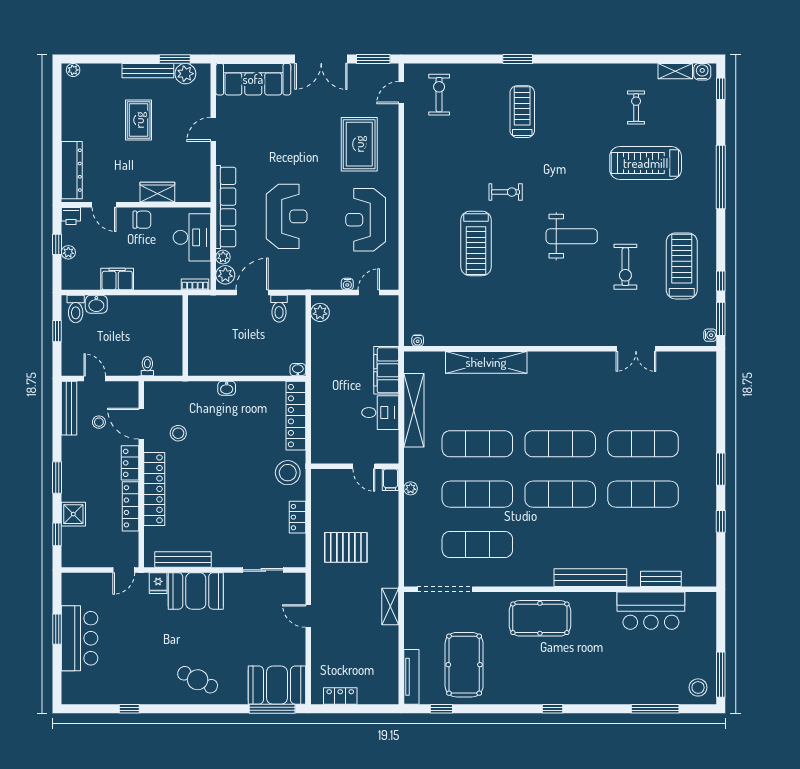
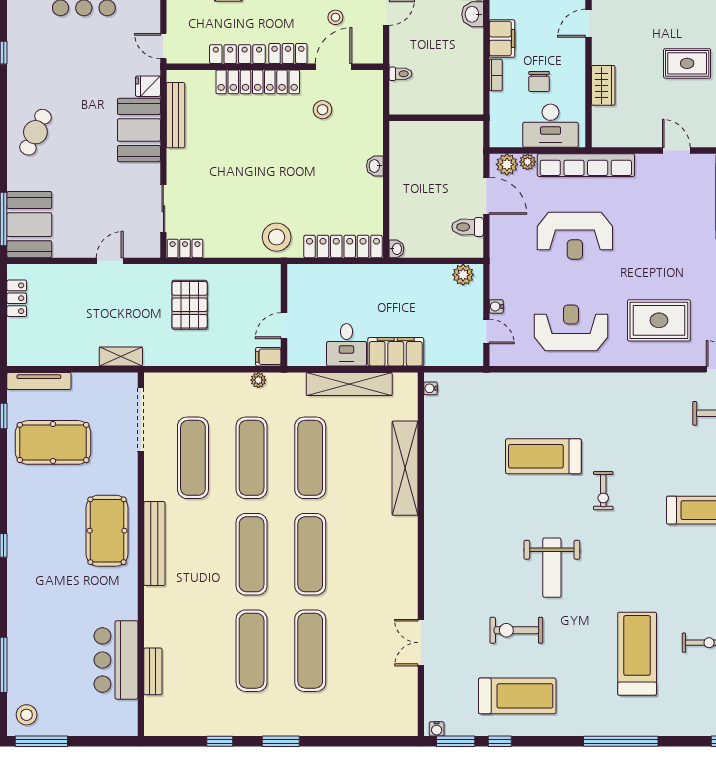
chair: (142, 220) -> (539, 81), moved
bookcase: (195, 284) -> (496, 75), moved
locker: (297, 517) -> (185, 248), moved
bench: (590, 578) -> (154, 544), moved

